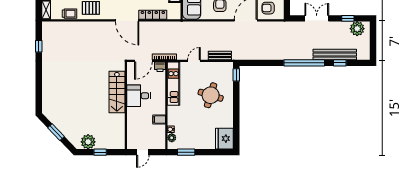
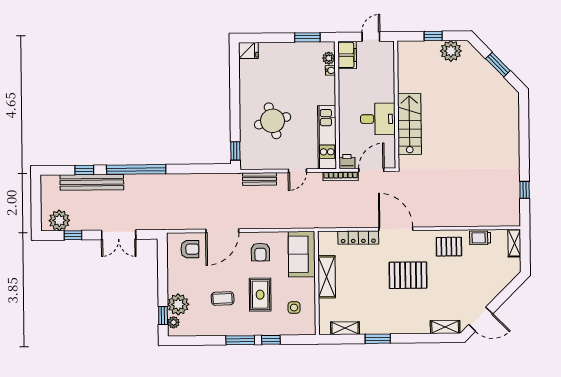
round table: (211, 95) -> (273, 121), turned -32
filing cabinet: (159, 120) -> (347, 55), moved, width x2.00
fridge: (224, 139) -> (248, 51), width x0.53, depth x0.75

